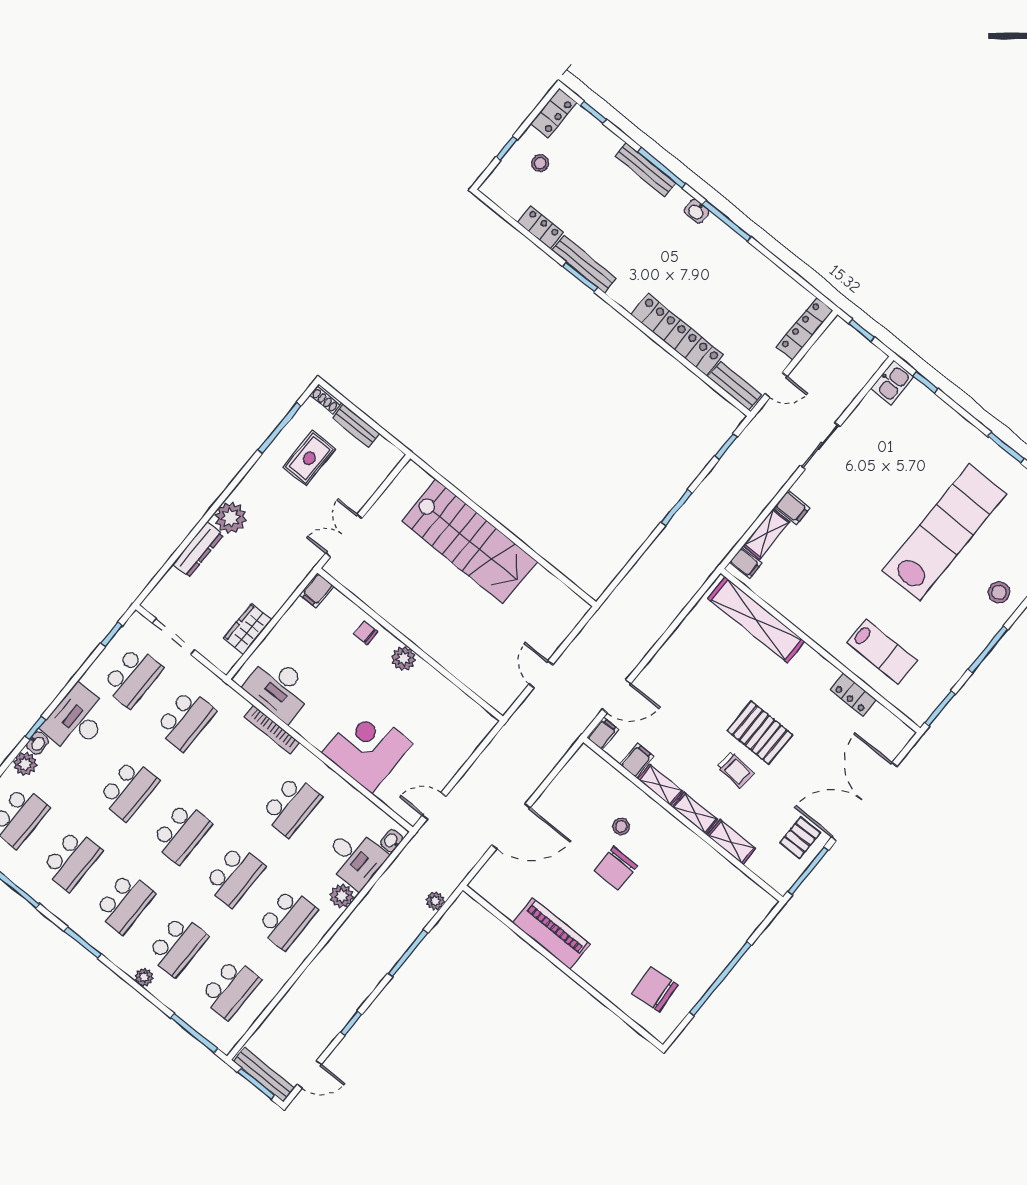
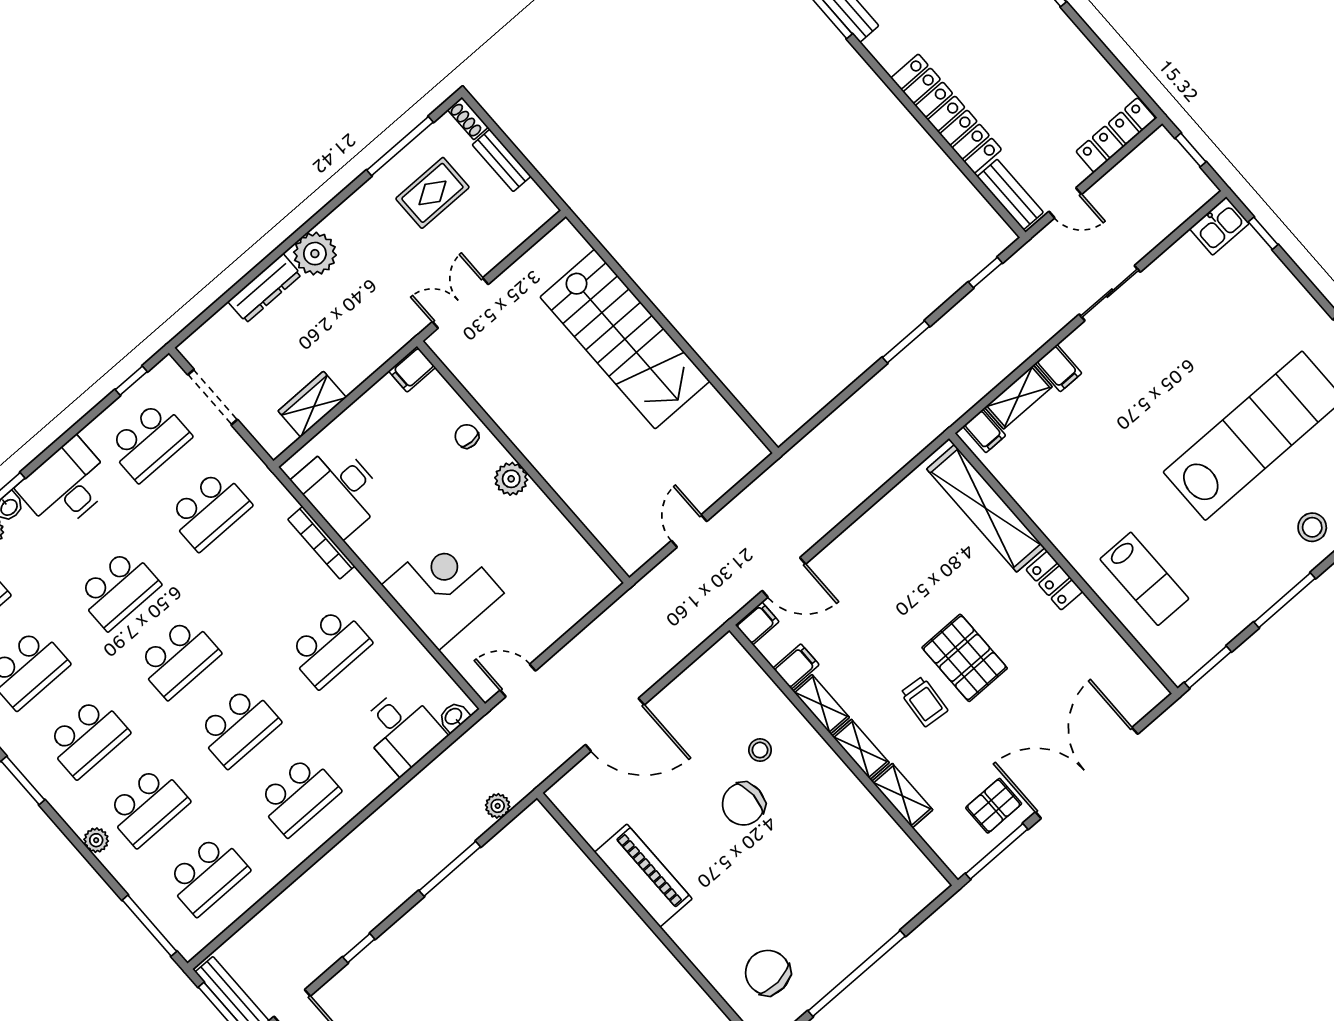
locker: (853, 695) -> (1054, 581), moved
plant: (342, 896) -> (376, 778), removed

